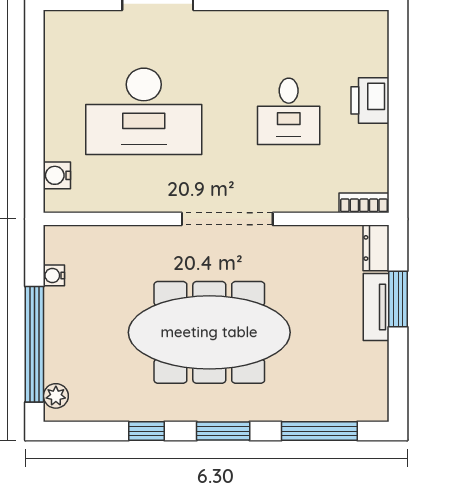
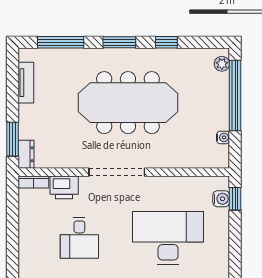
printer: (370, 100) -> (64, 187), moved, turned 90
desk: (289, 111) -> (79, 238), turned 180
window: (34, 175) -> (235, 199), added
window: (398, 299) -> (12, 139), moved
tv unit: (376, 307) -> (26, 83), moved

